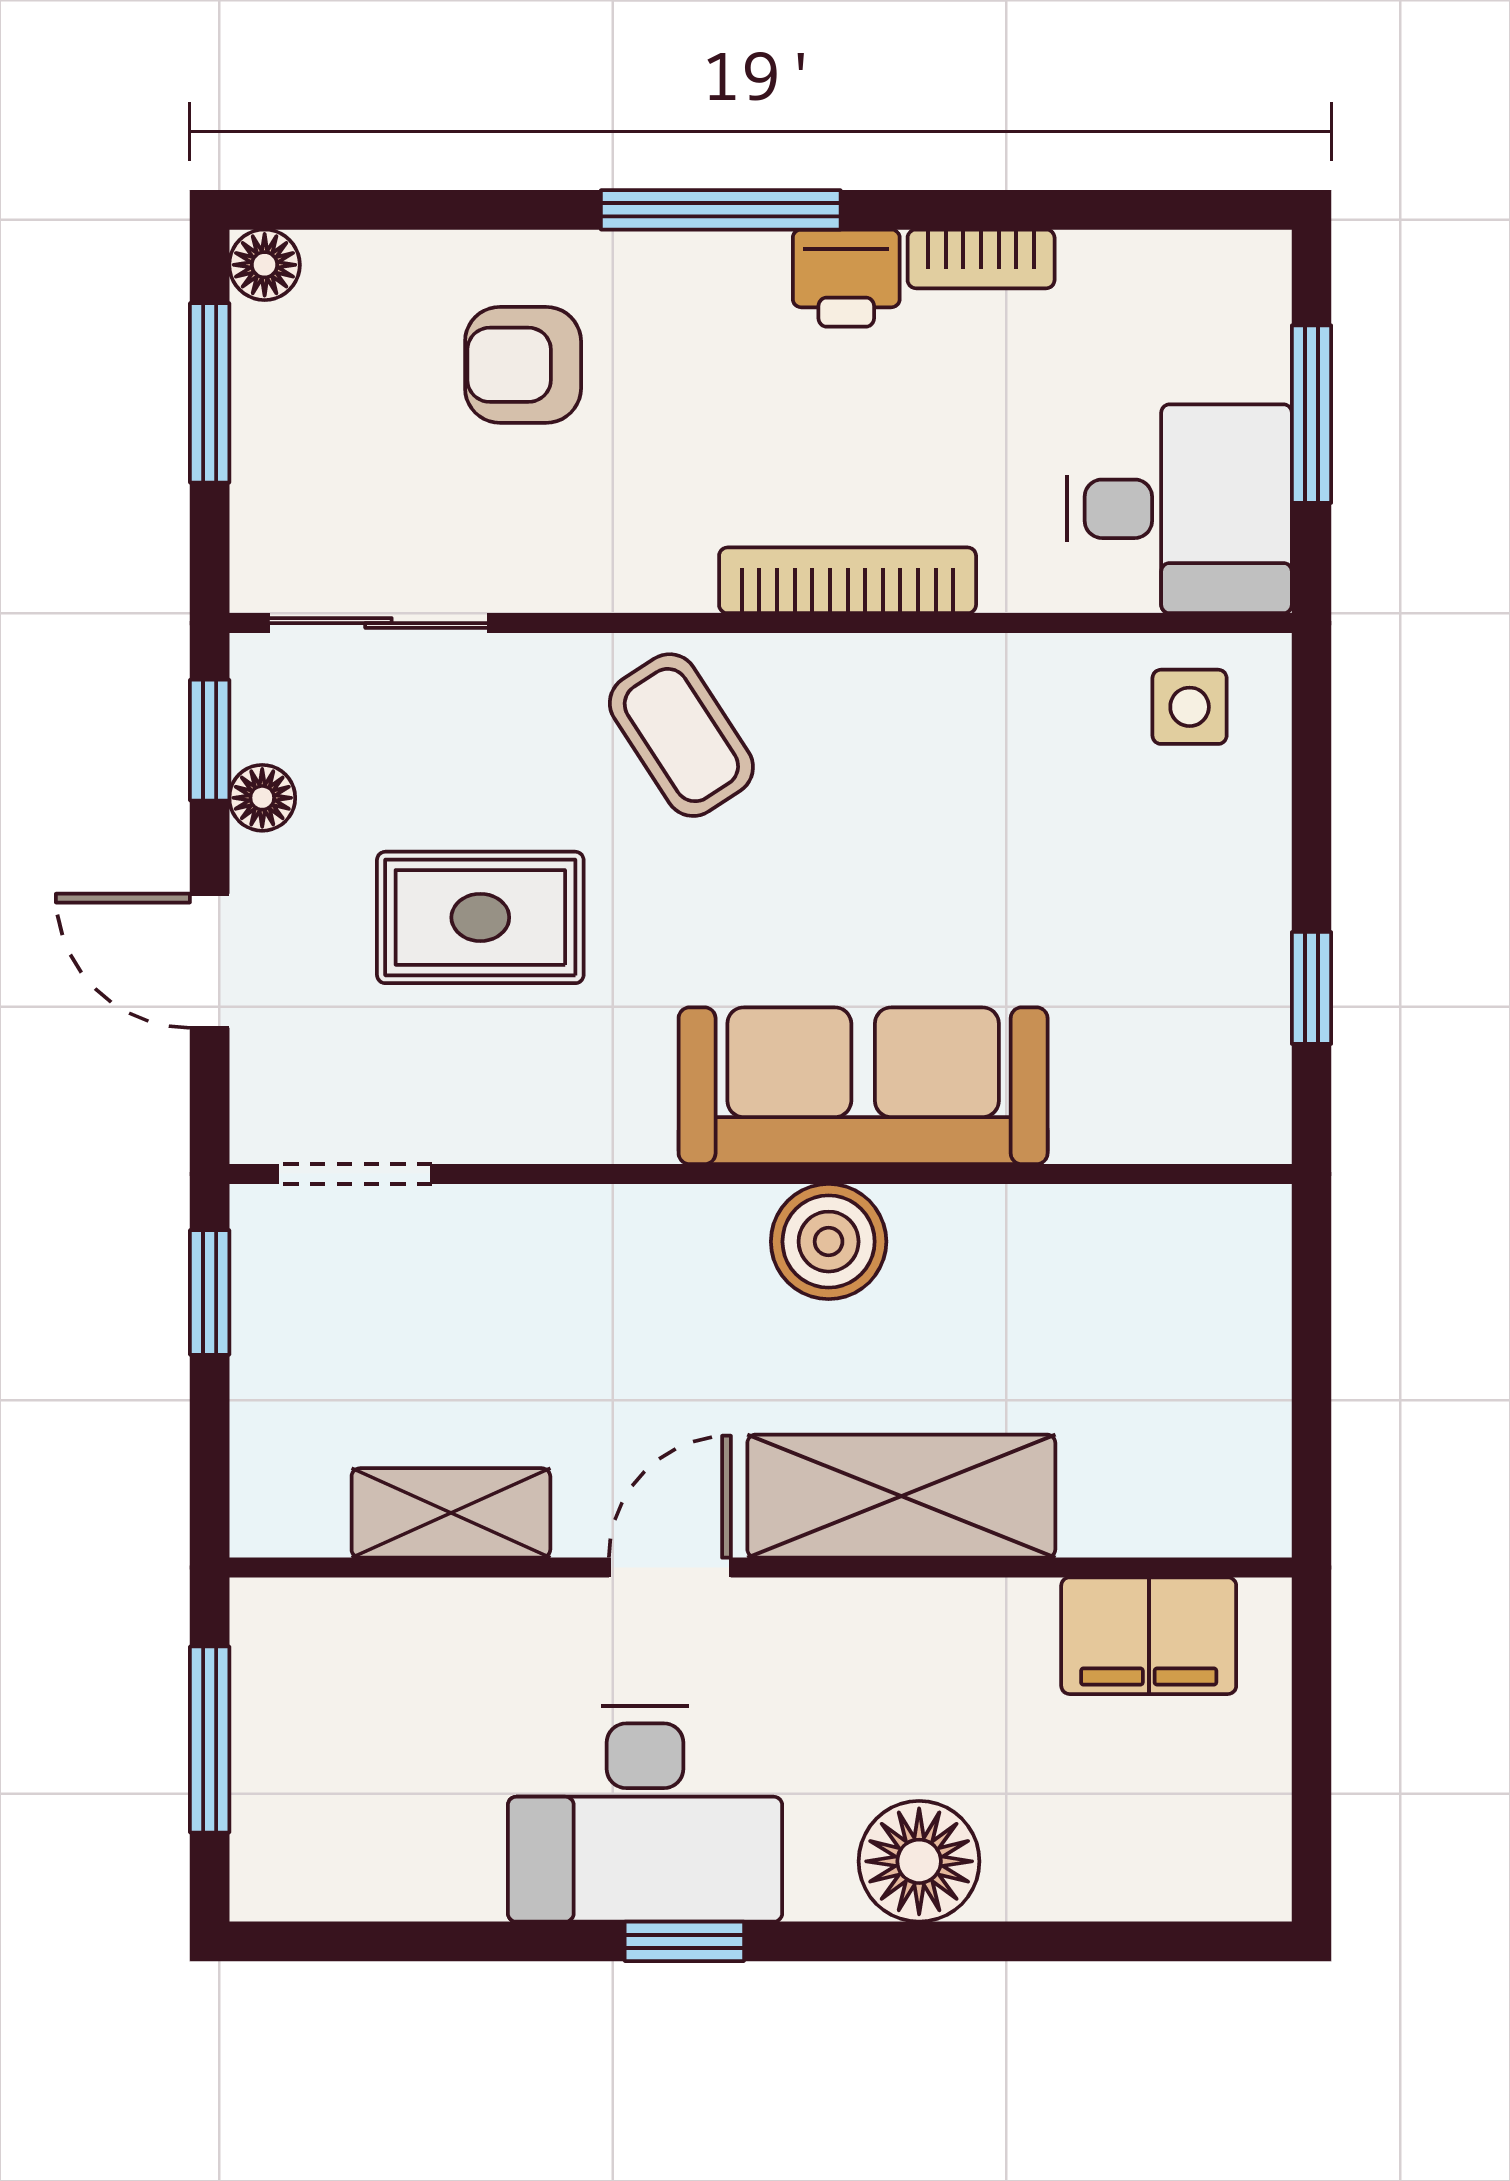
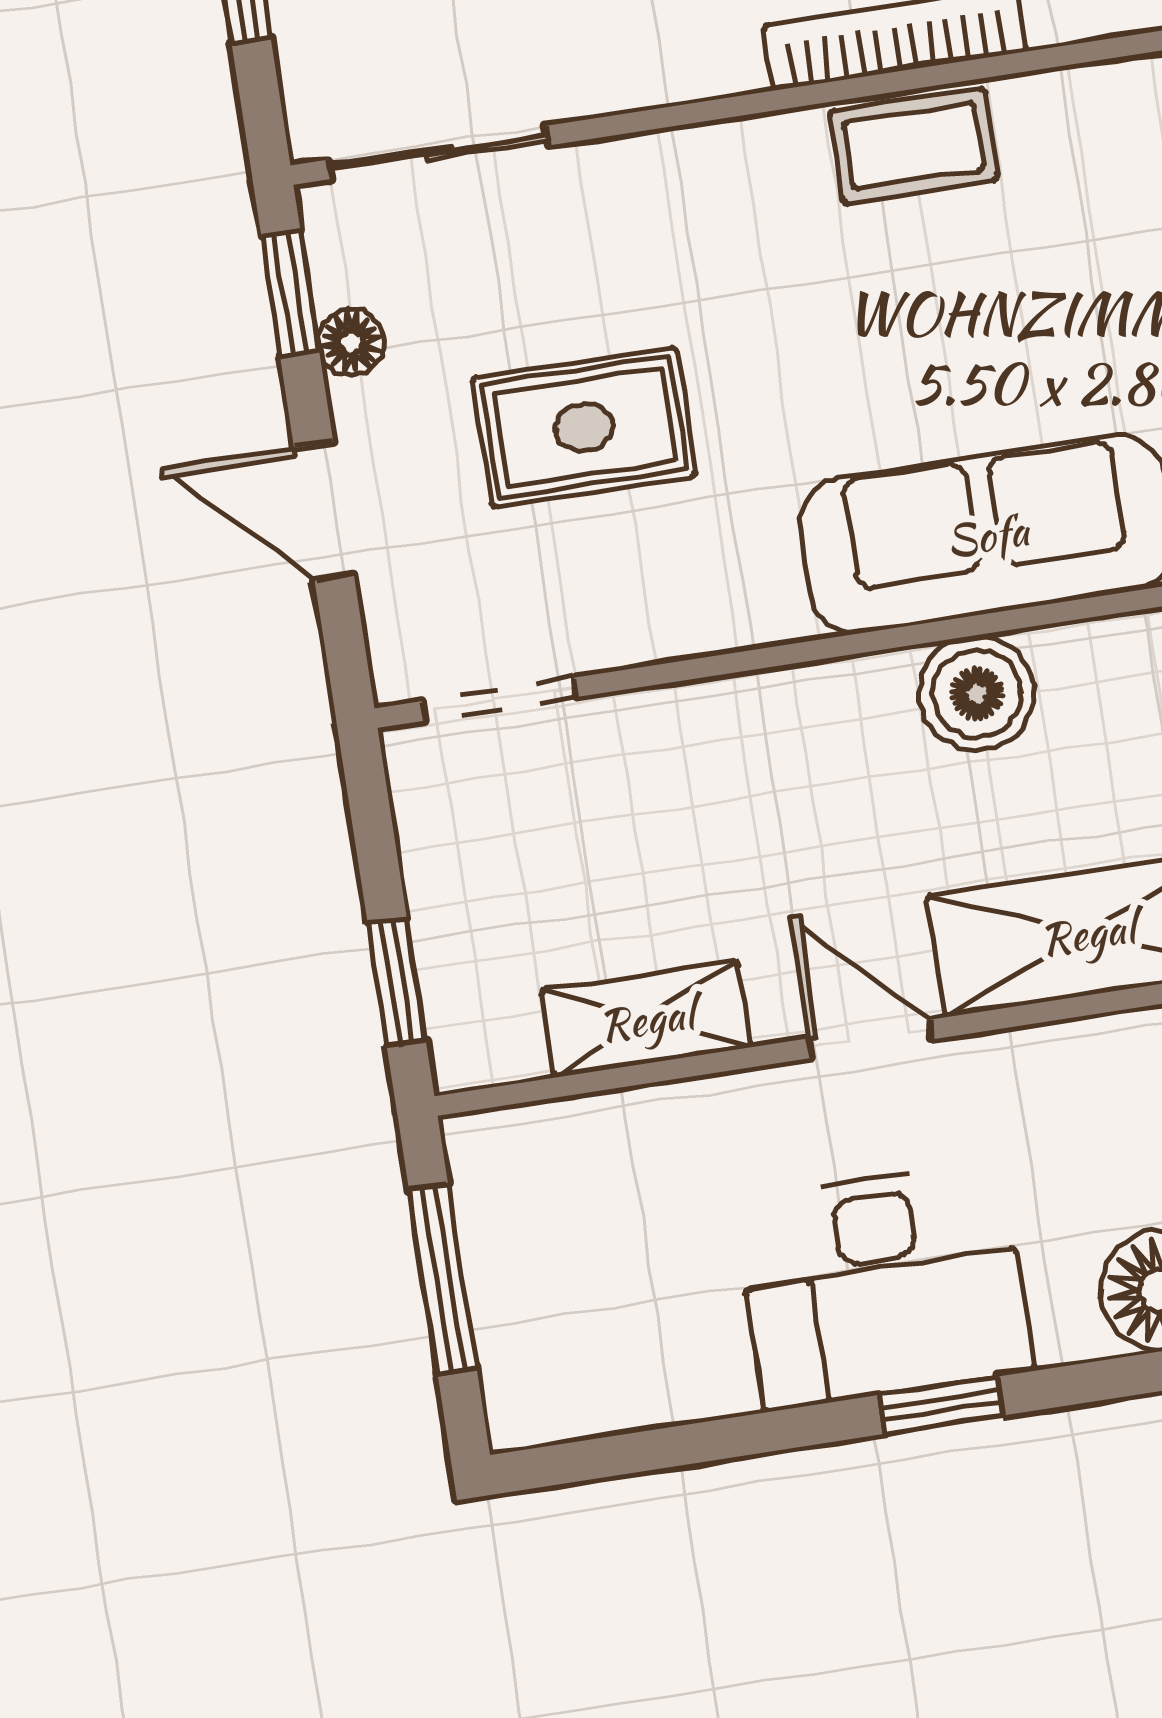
coffee table: (681, 735) -> (914, 146), moved, turned -57
window: (210, 1292) -> (397, 982), moved
door: (670, 1568) -> (870, 1039), hinge flipped

